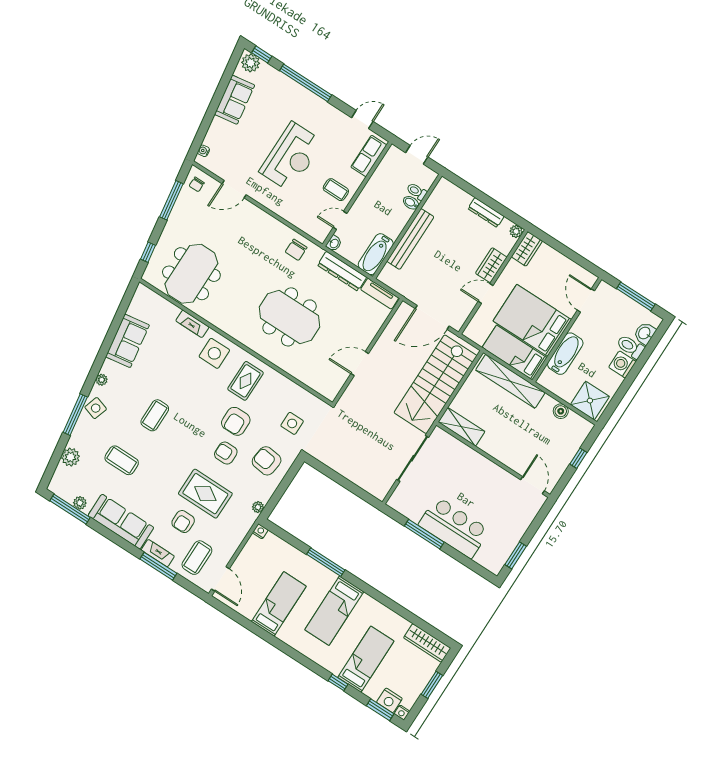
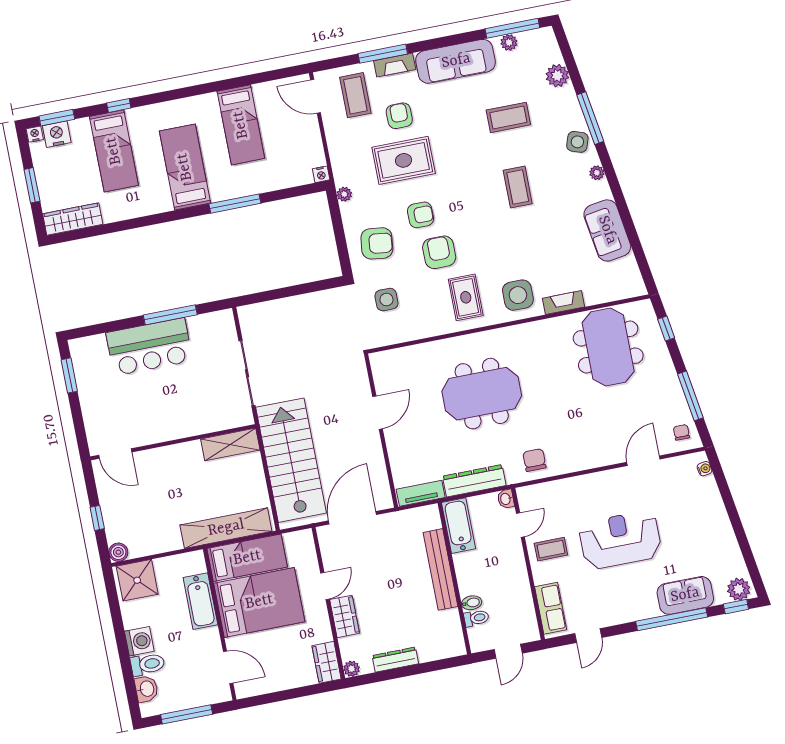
sofa: (235, 100) -> (685, 595), moved, turned 99
reception desk: (291, 157) -> (620, 540), turned 90
boiler: (561, 411) -> (118, 552), moved

